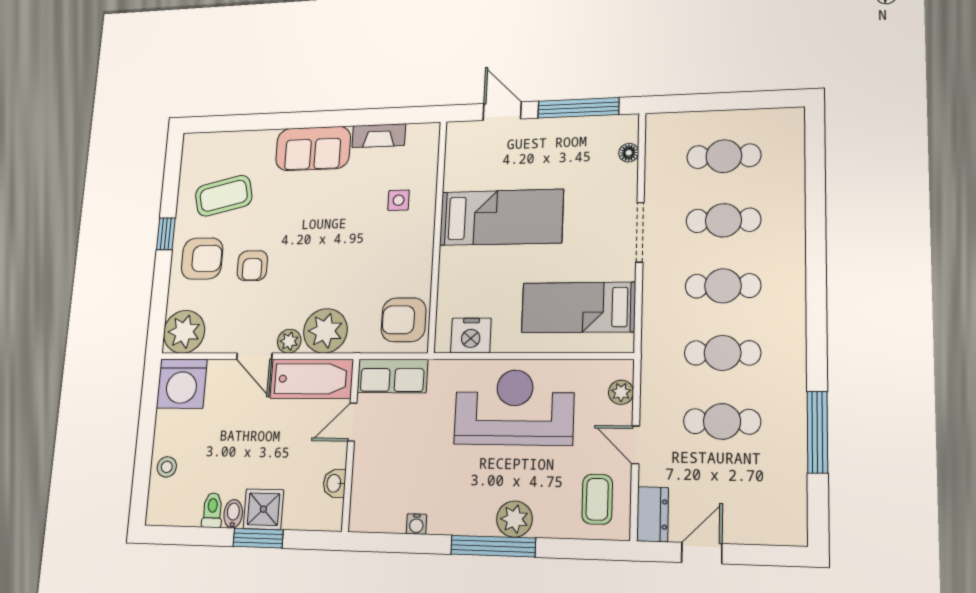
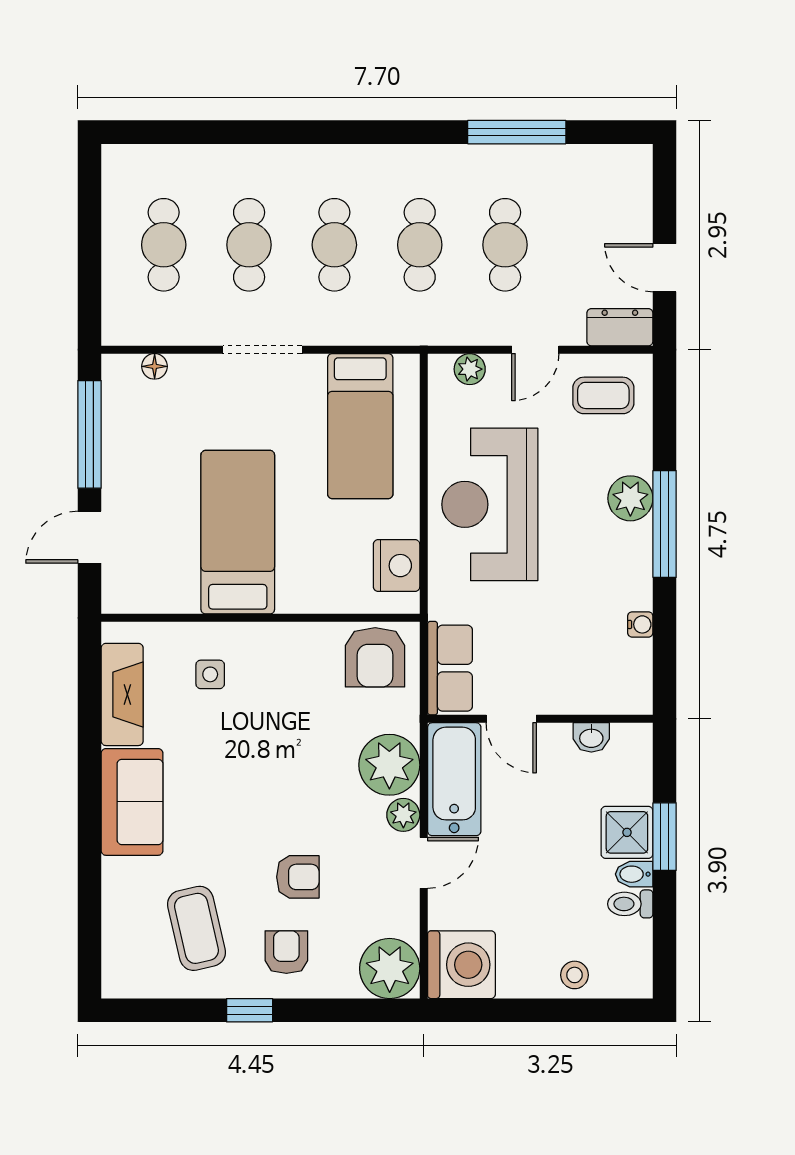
fireplace: (379, 136) -> (122, 694), width x1.37, depth x1.32
armchair: (202, 259) -> (286, 952), width x0.72, depth x0.72

